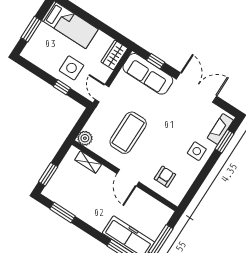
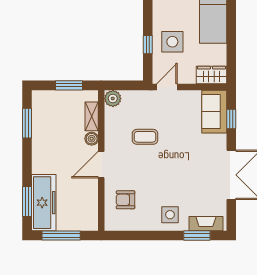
sofa: (148, 74) -> (214, 112), width x0.73
coffee table: (128, 133) -> (145, 137), width x0.54, depth x0.58
boiler: (104, 173) -> (92, 139), added
window: (48, 174) -> (69, 85), moved
armchair: (165, 177) -> (125, 200), turned 180

